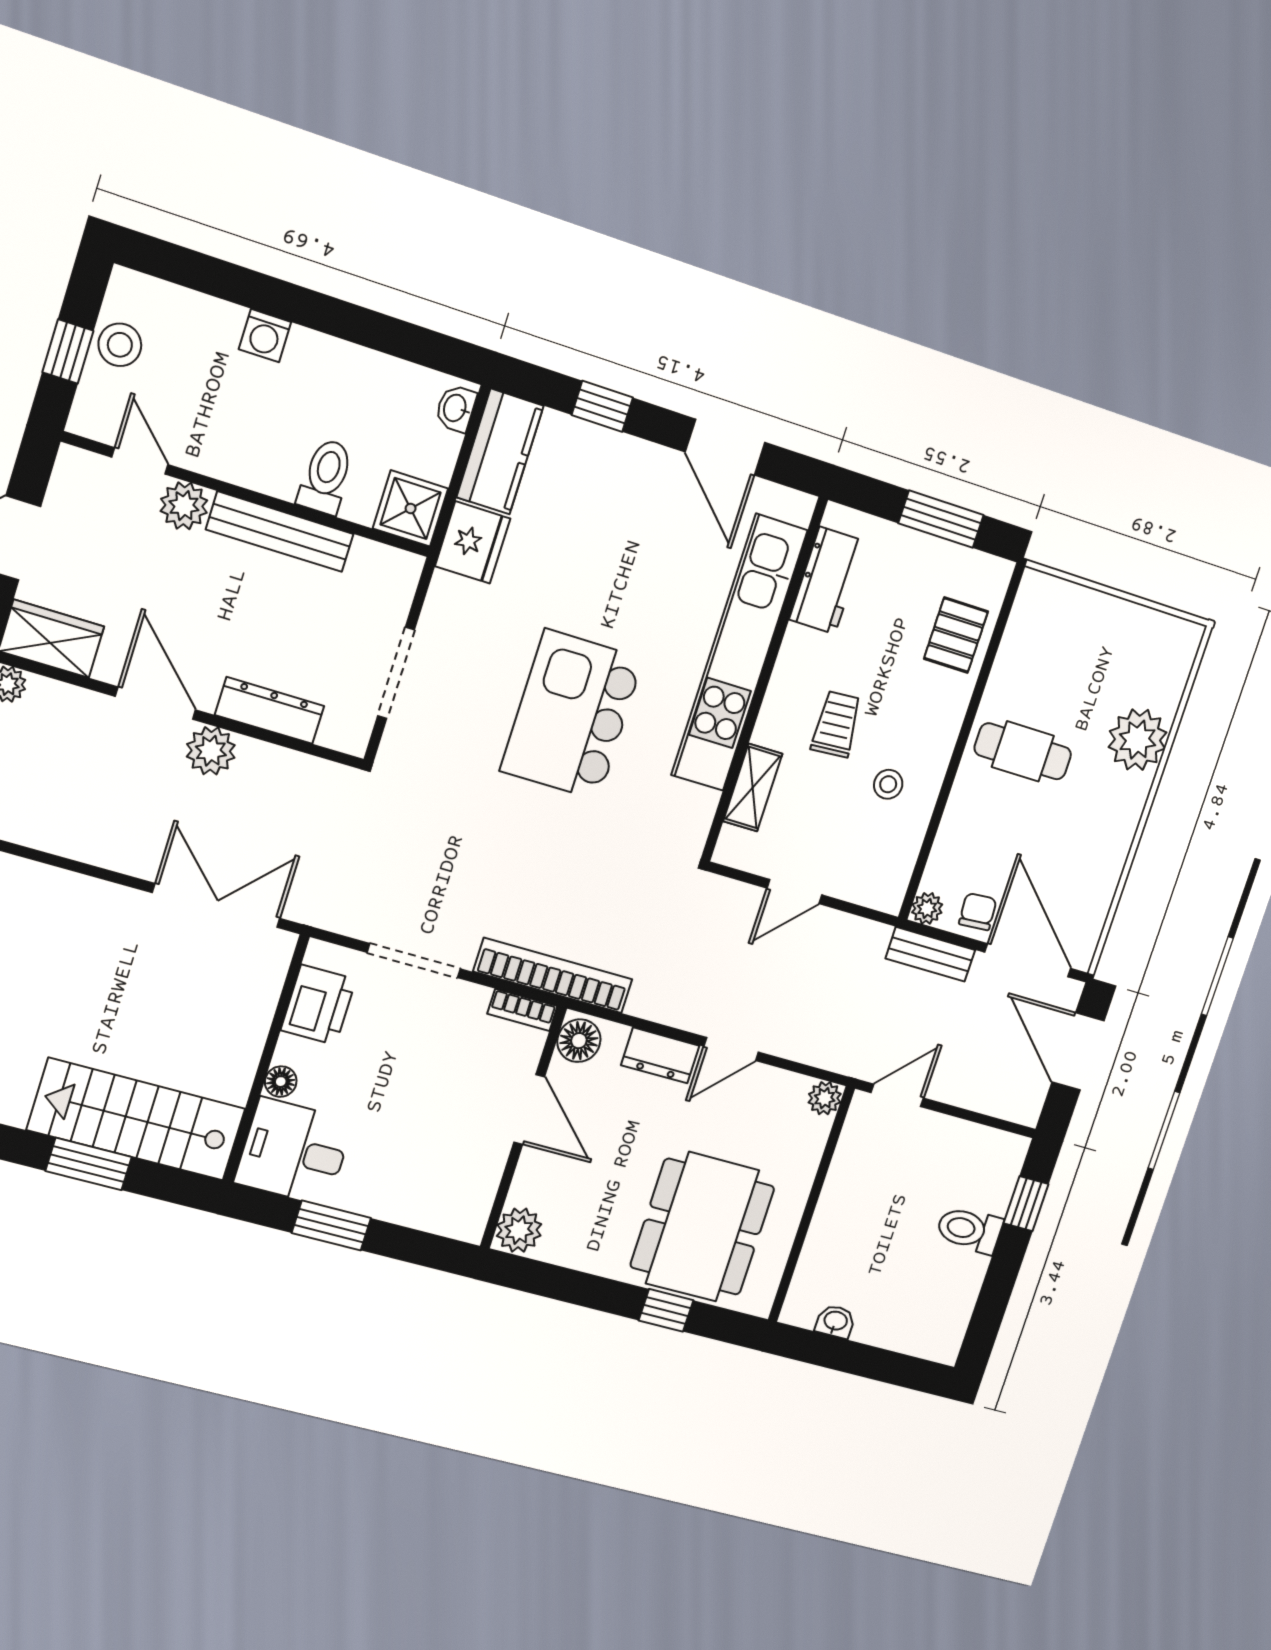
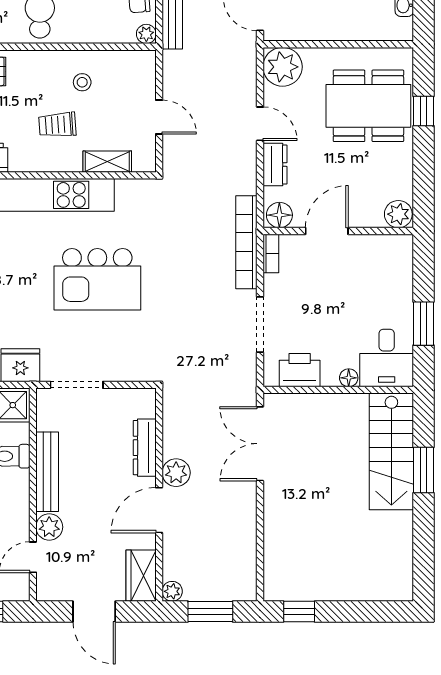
doorway: (396, 673) -> (77, 385), moved
plant: (825, 1098) -> (283, 67), width x1.87, depth x1.87

